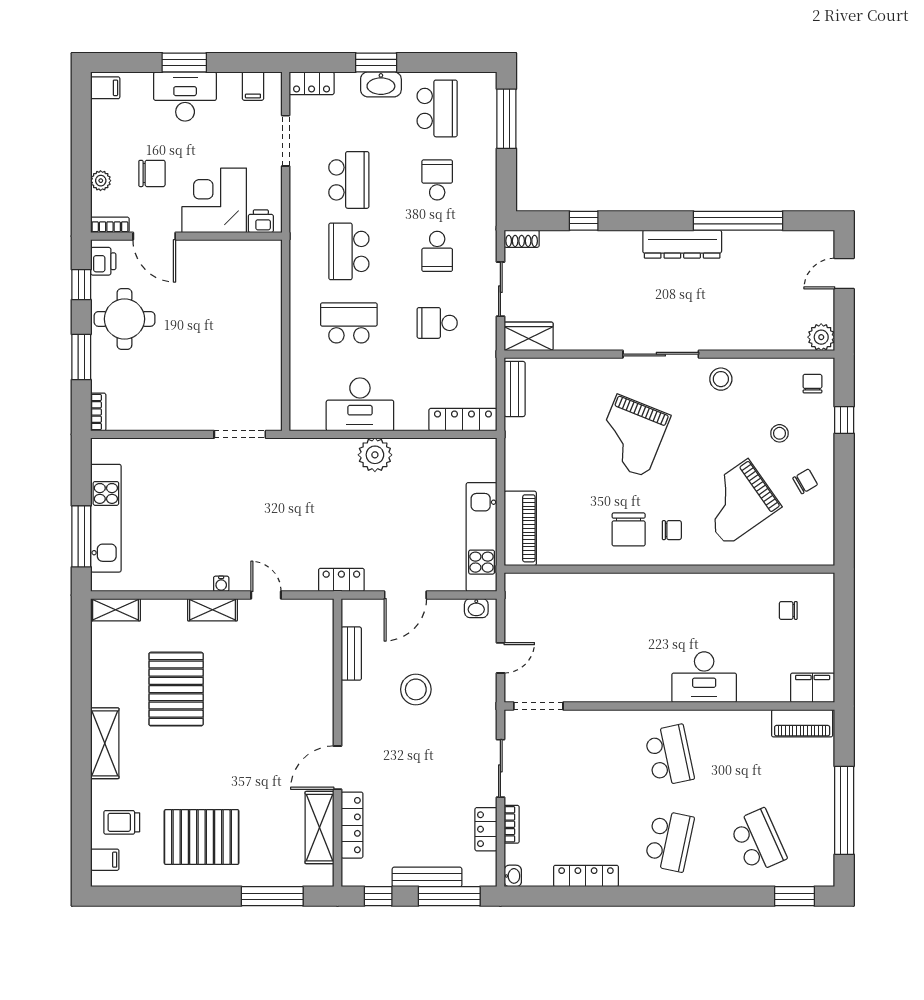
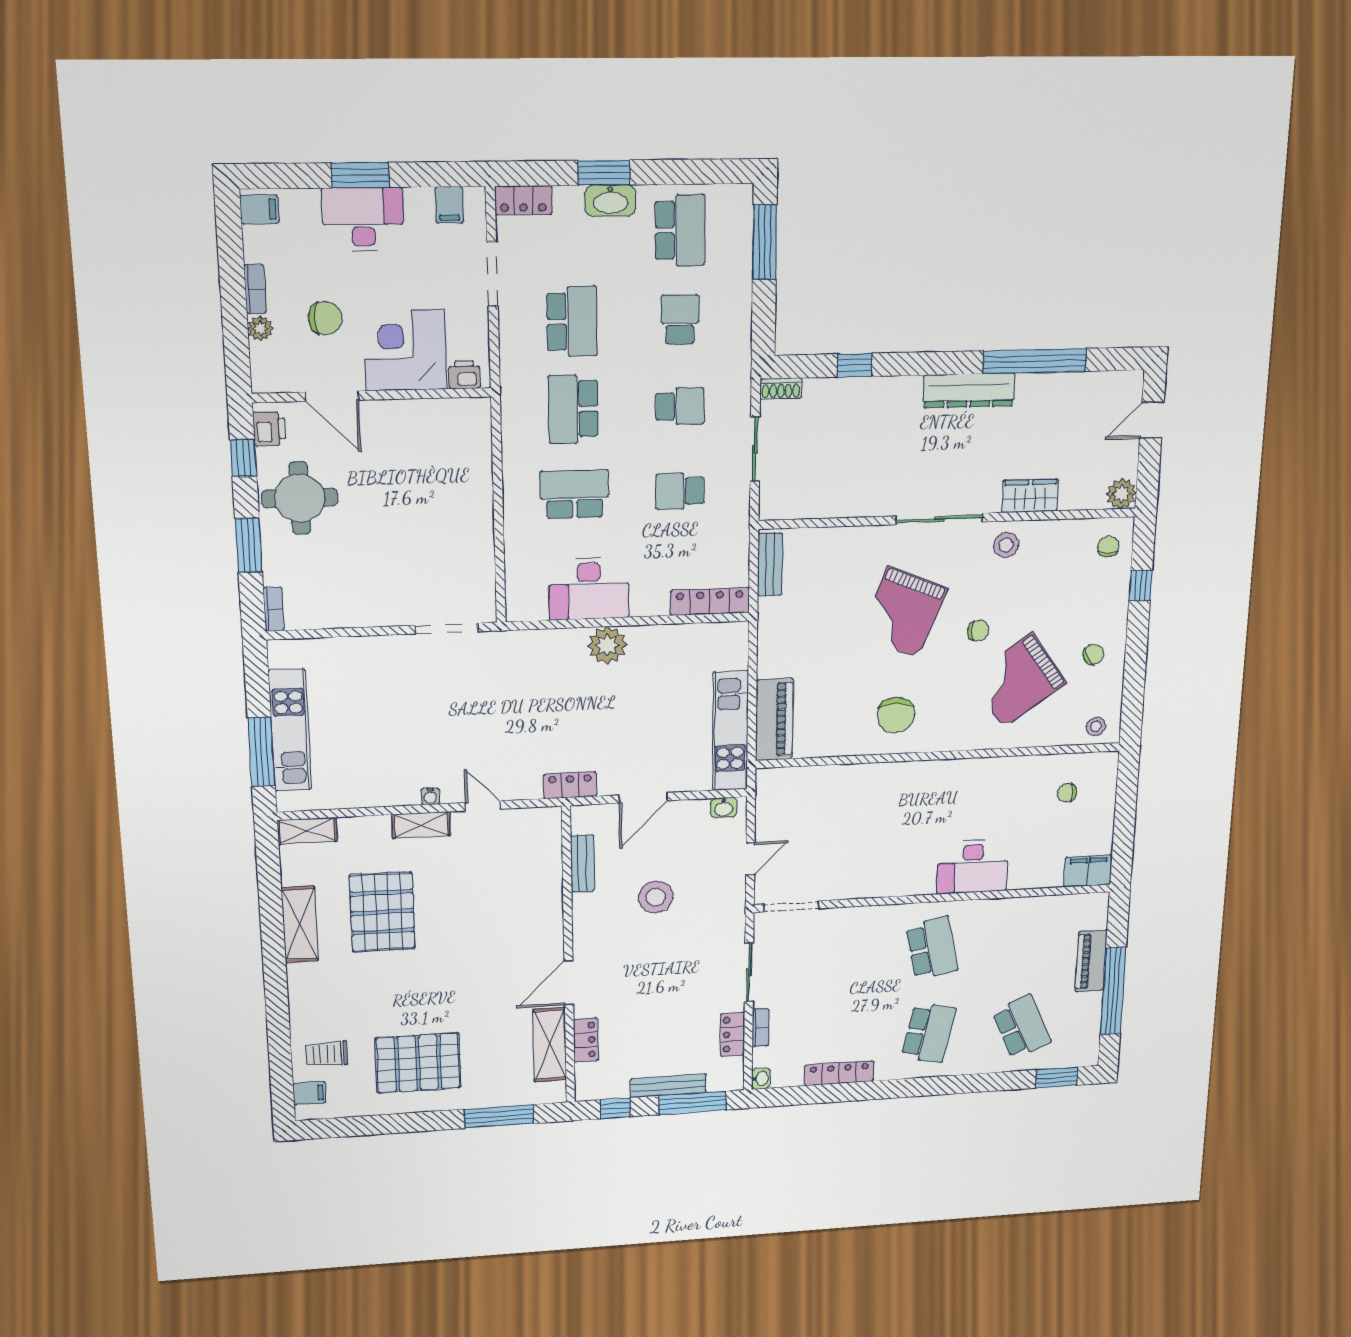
bookcase: (110, 225) -> (255, 289), moved, turned 90
school desk: (437, 251) -> (680, 406), turned -90
wardrobe: (529, 336) -> (1030, 496), moved
stool: (779, 433) -> (1096, 726), moved
chair: (672, 530) -> (978, 631), moved
piano: (802, 723) -> (1091, 961), moved, turned 90
shelving: (105, 743) -> (300, 924), moved
locker: (352, 825) -> (586, 1040), width x0.66

